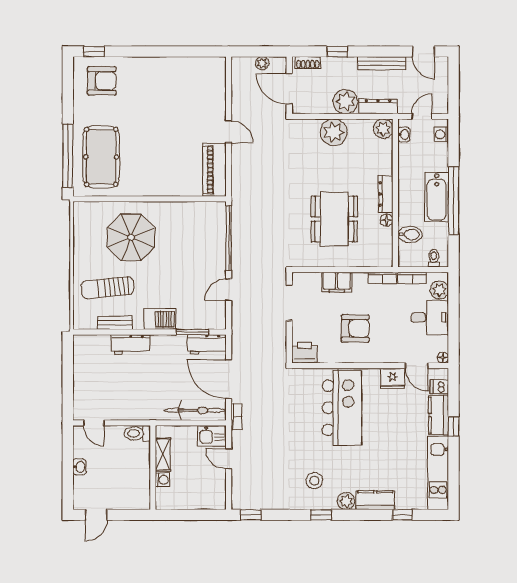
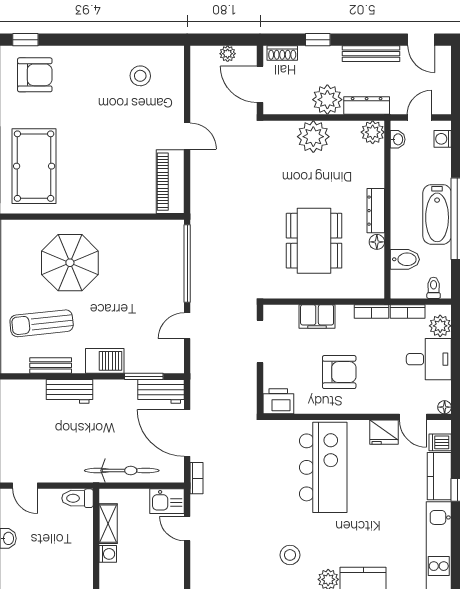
stool: (190, 82) -> (140, 76), added
bicycle: (195, 410) -> (122, 471), moved

